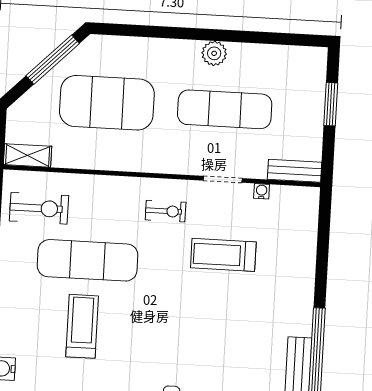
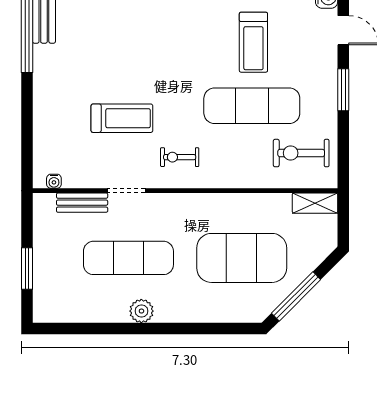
bench: (295, 171) -> (82, 203), moved
water cooler: (262, 191) -> (54, 181), moved

